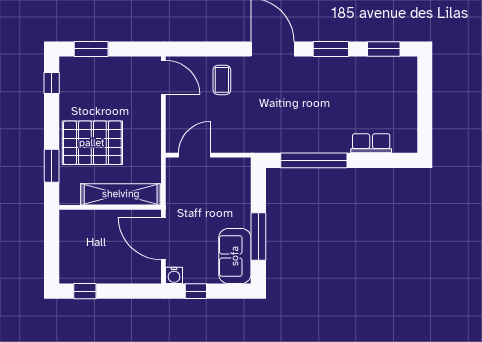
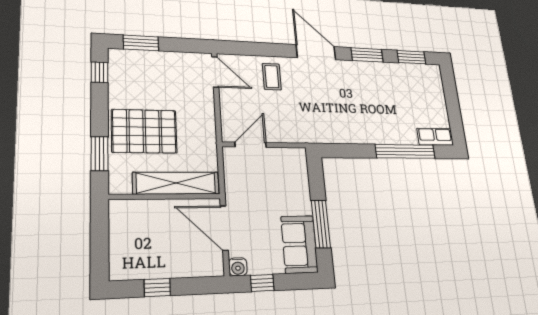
row of seats: (371, 143) -> (435, 137), moved
window: (314, 160) -> (405, 151), moved
window: (85, 291) -> (157, 288), moved

